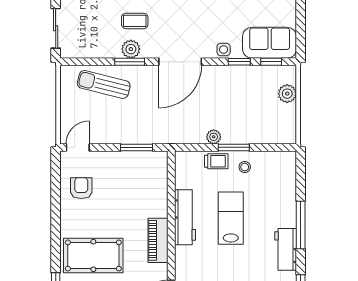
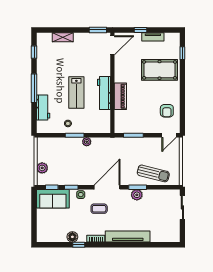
coffee table: (135, 21) -> (99, 209), moved
trolley: (216, 161) -> (85, 127), removed
piano: (158, 240) -> (120, 96), moved
workbench: (286, 249) -> (43, 107), moved

